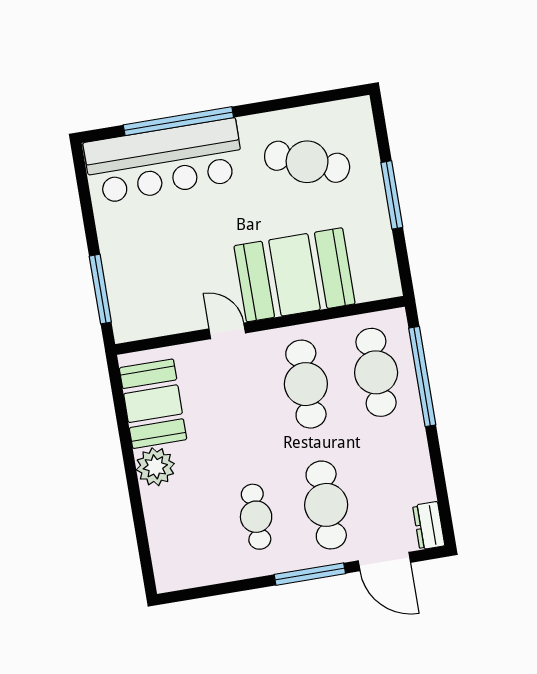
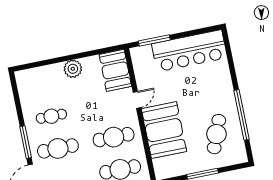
window: (178, 121) -> (242, 115), moved
bar counter: (164, 161) -> (189, 51), moved, turned -90
booth: (153, 404) -> (115, 70), moved, turned 90

